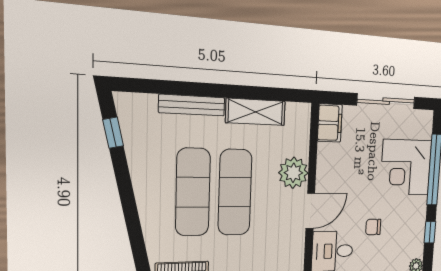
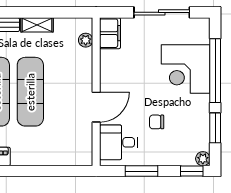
shelving: (256, 112) -> (37, 25), width x0.67, depth x0.75
plant: (293, 173) -> (86, 40), moved, width x0.53, depth x0.53
window: (430, 232) -> (215, 128), width x1.50

